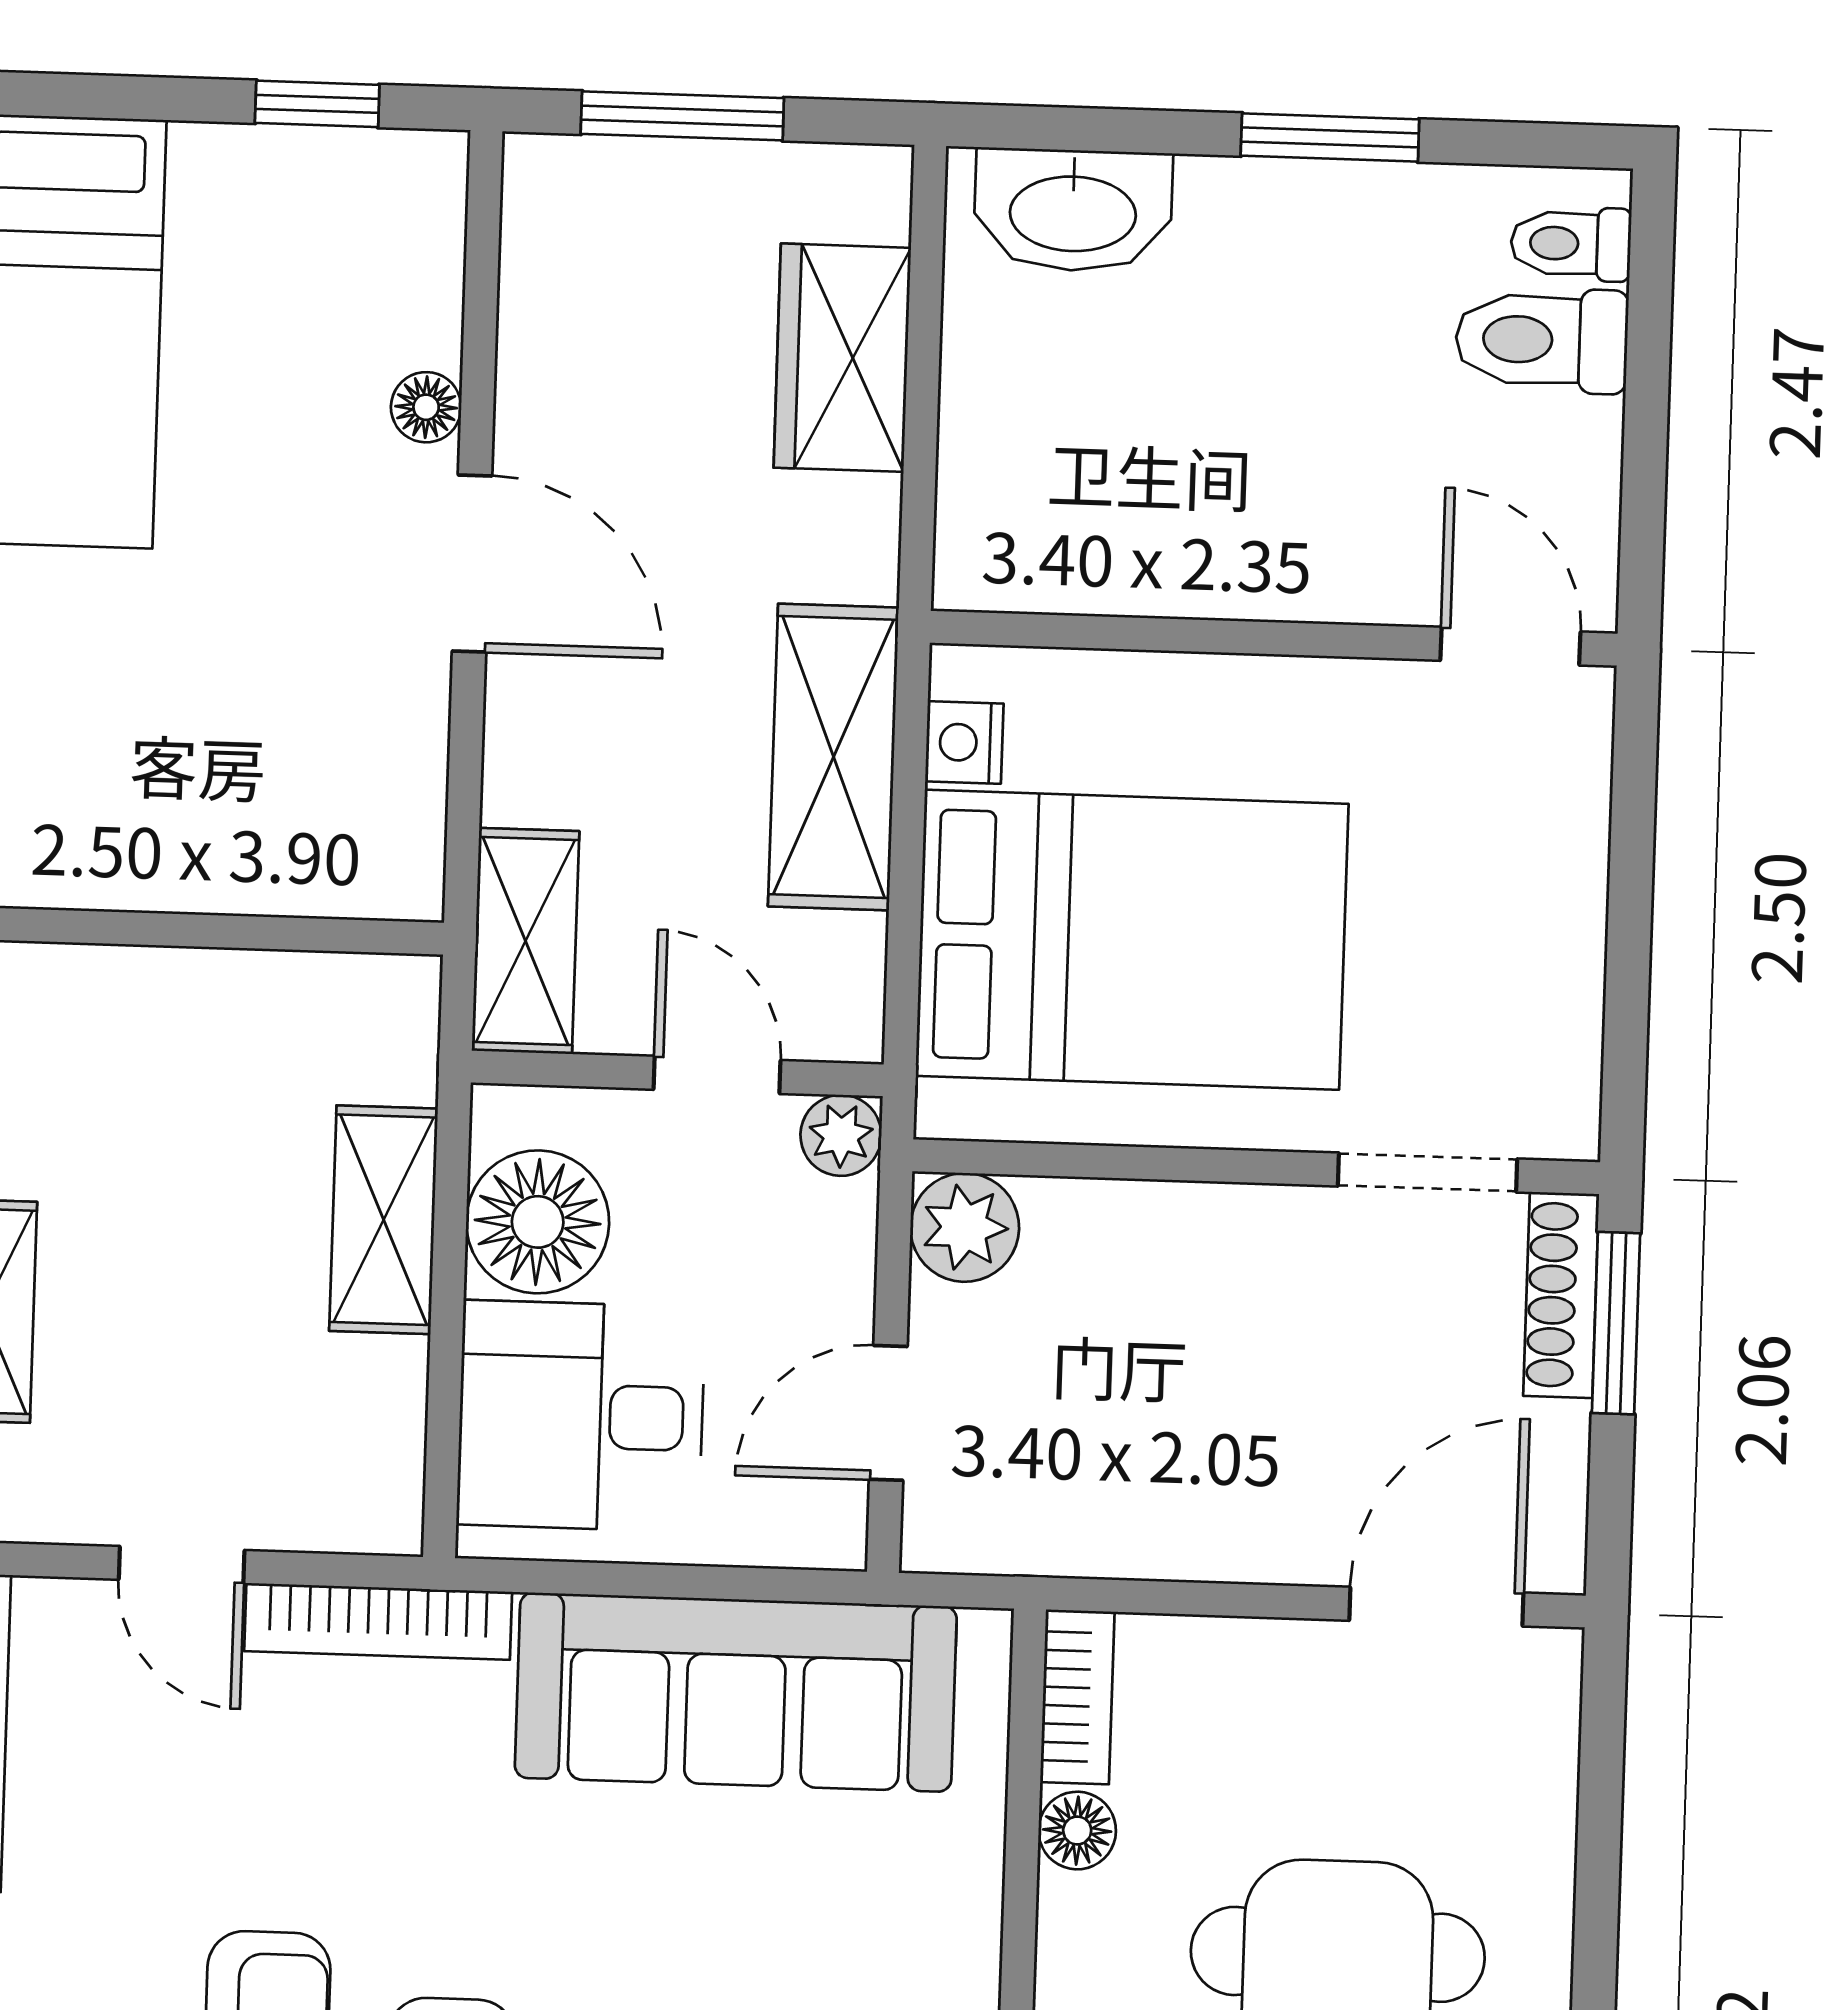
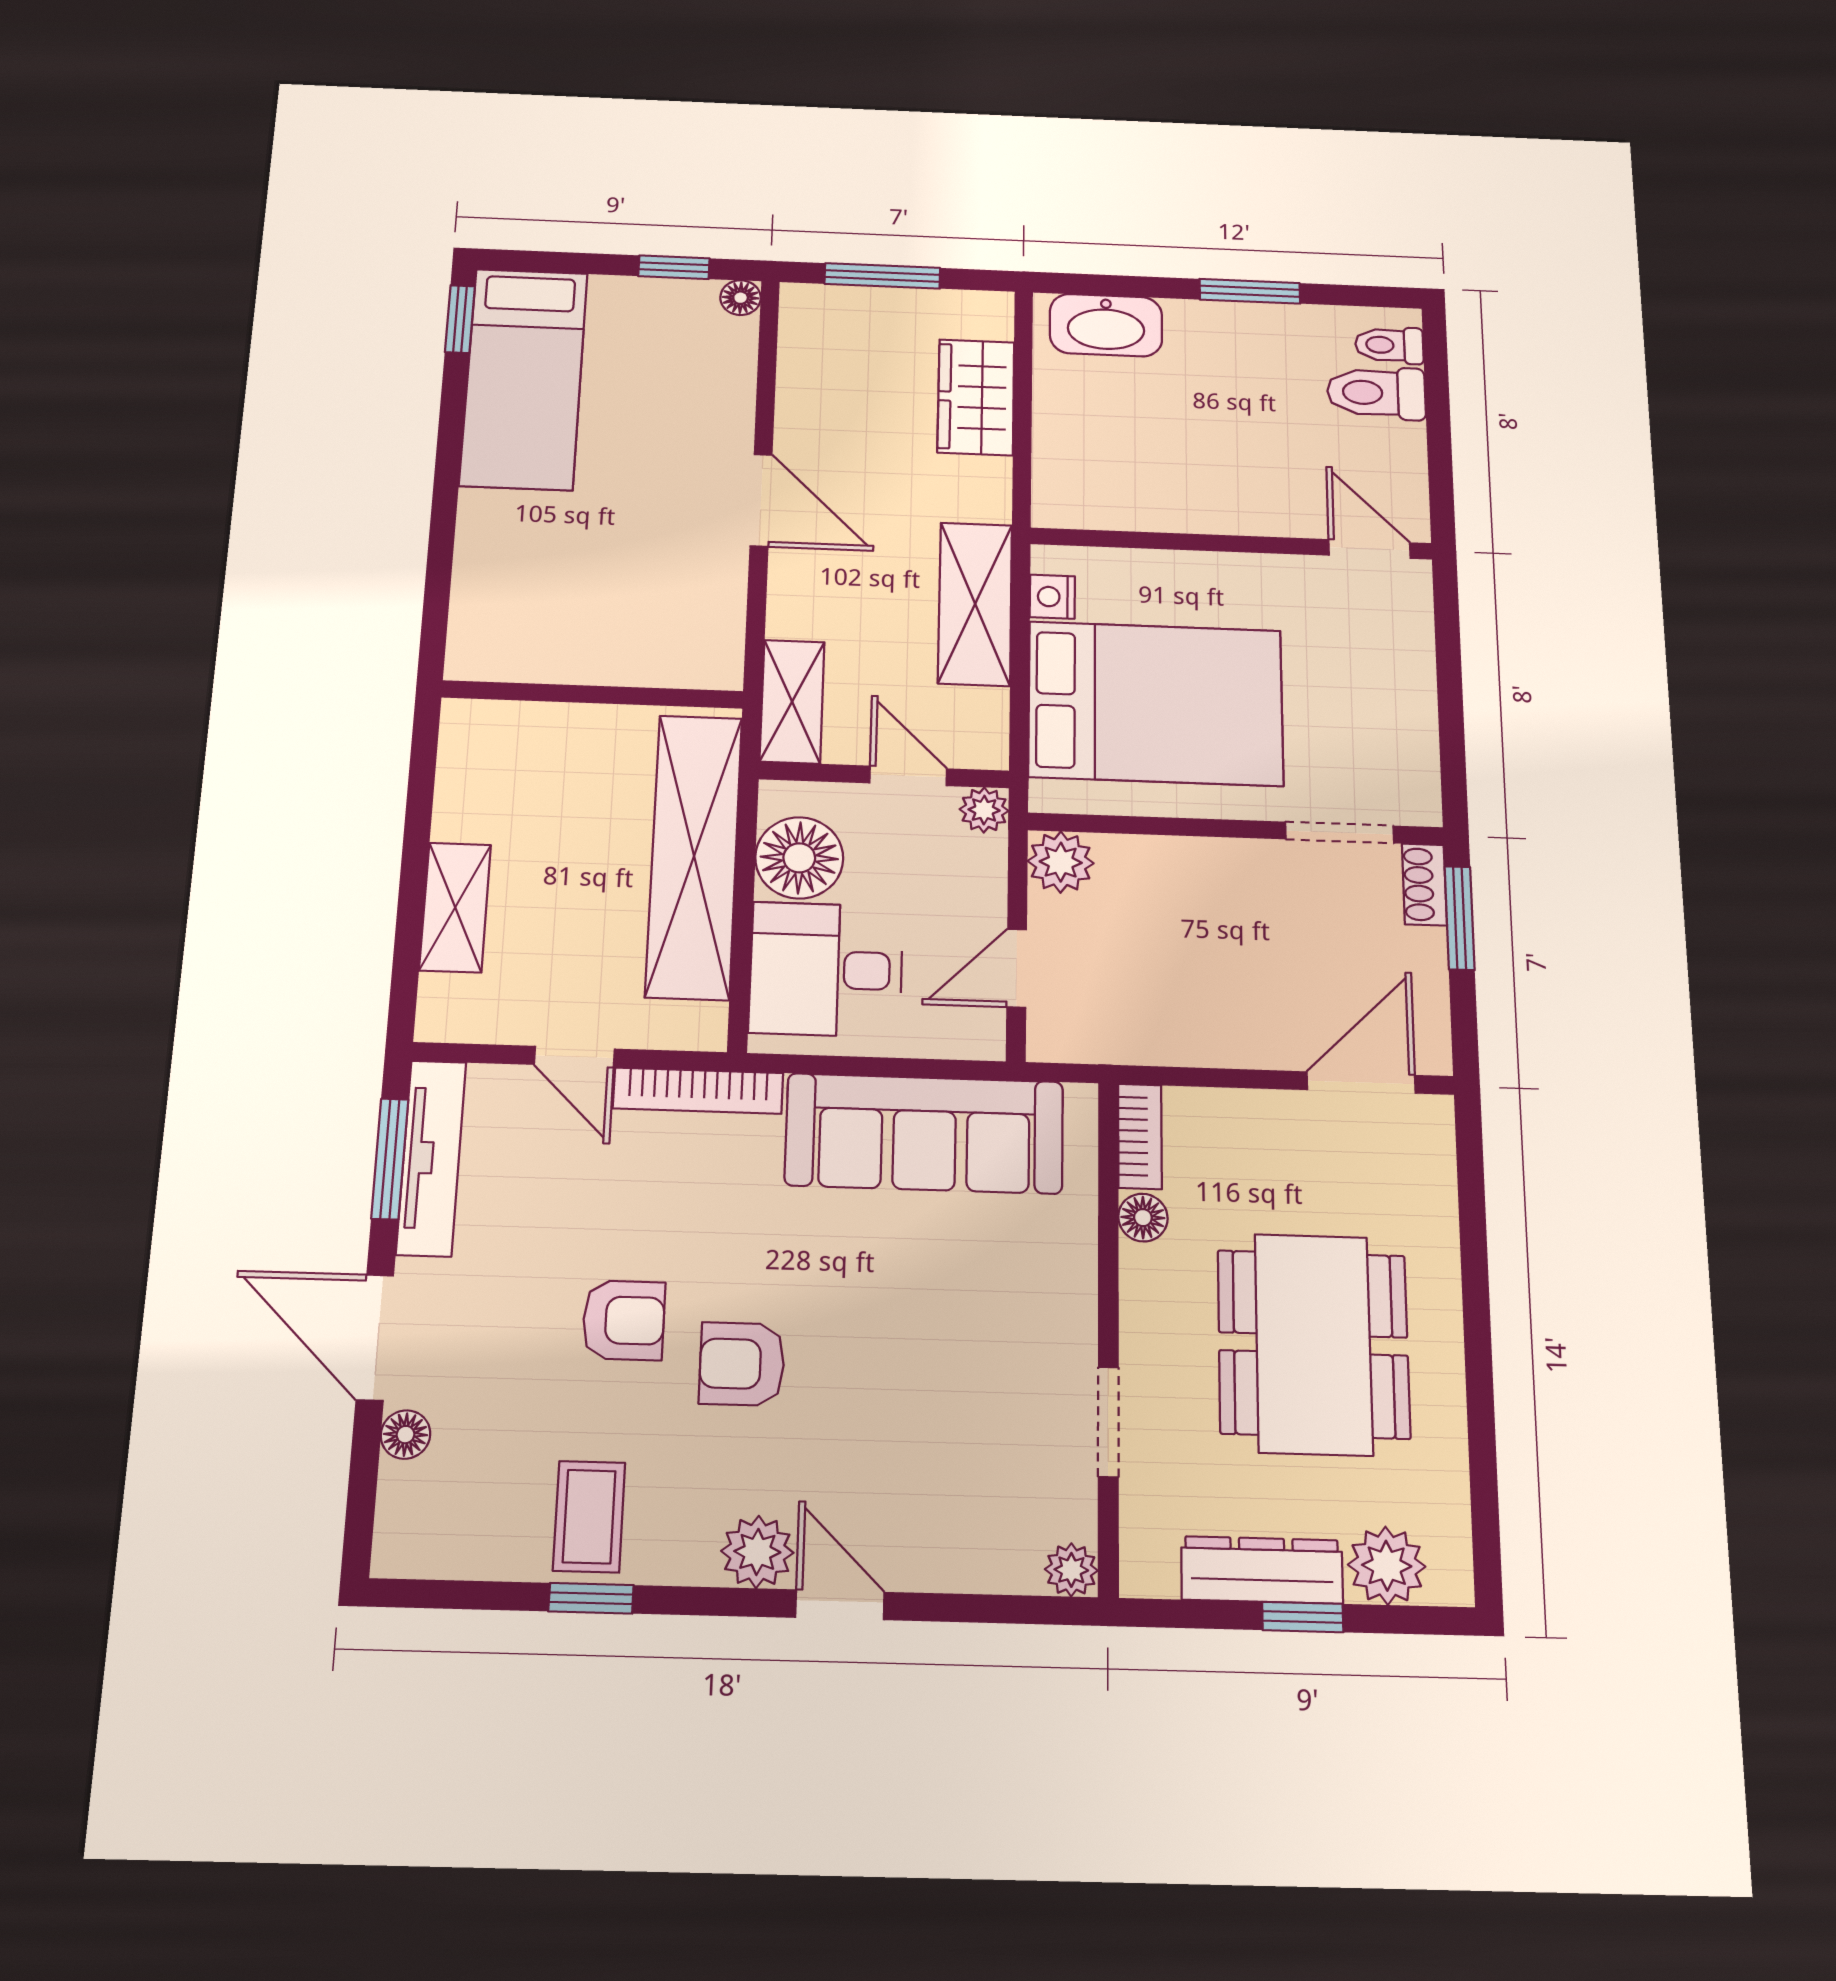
floor lamp: (426, 407) -> (741, 298), moved
shelving: (384, 1220) -> (694, 856), width x2.20, depth x1.33
shoe rack: (1561, 1295) -> (1424, 884), width x0.70

